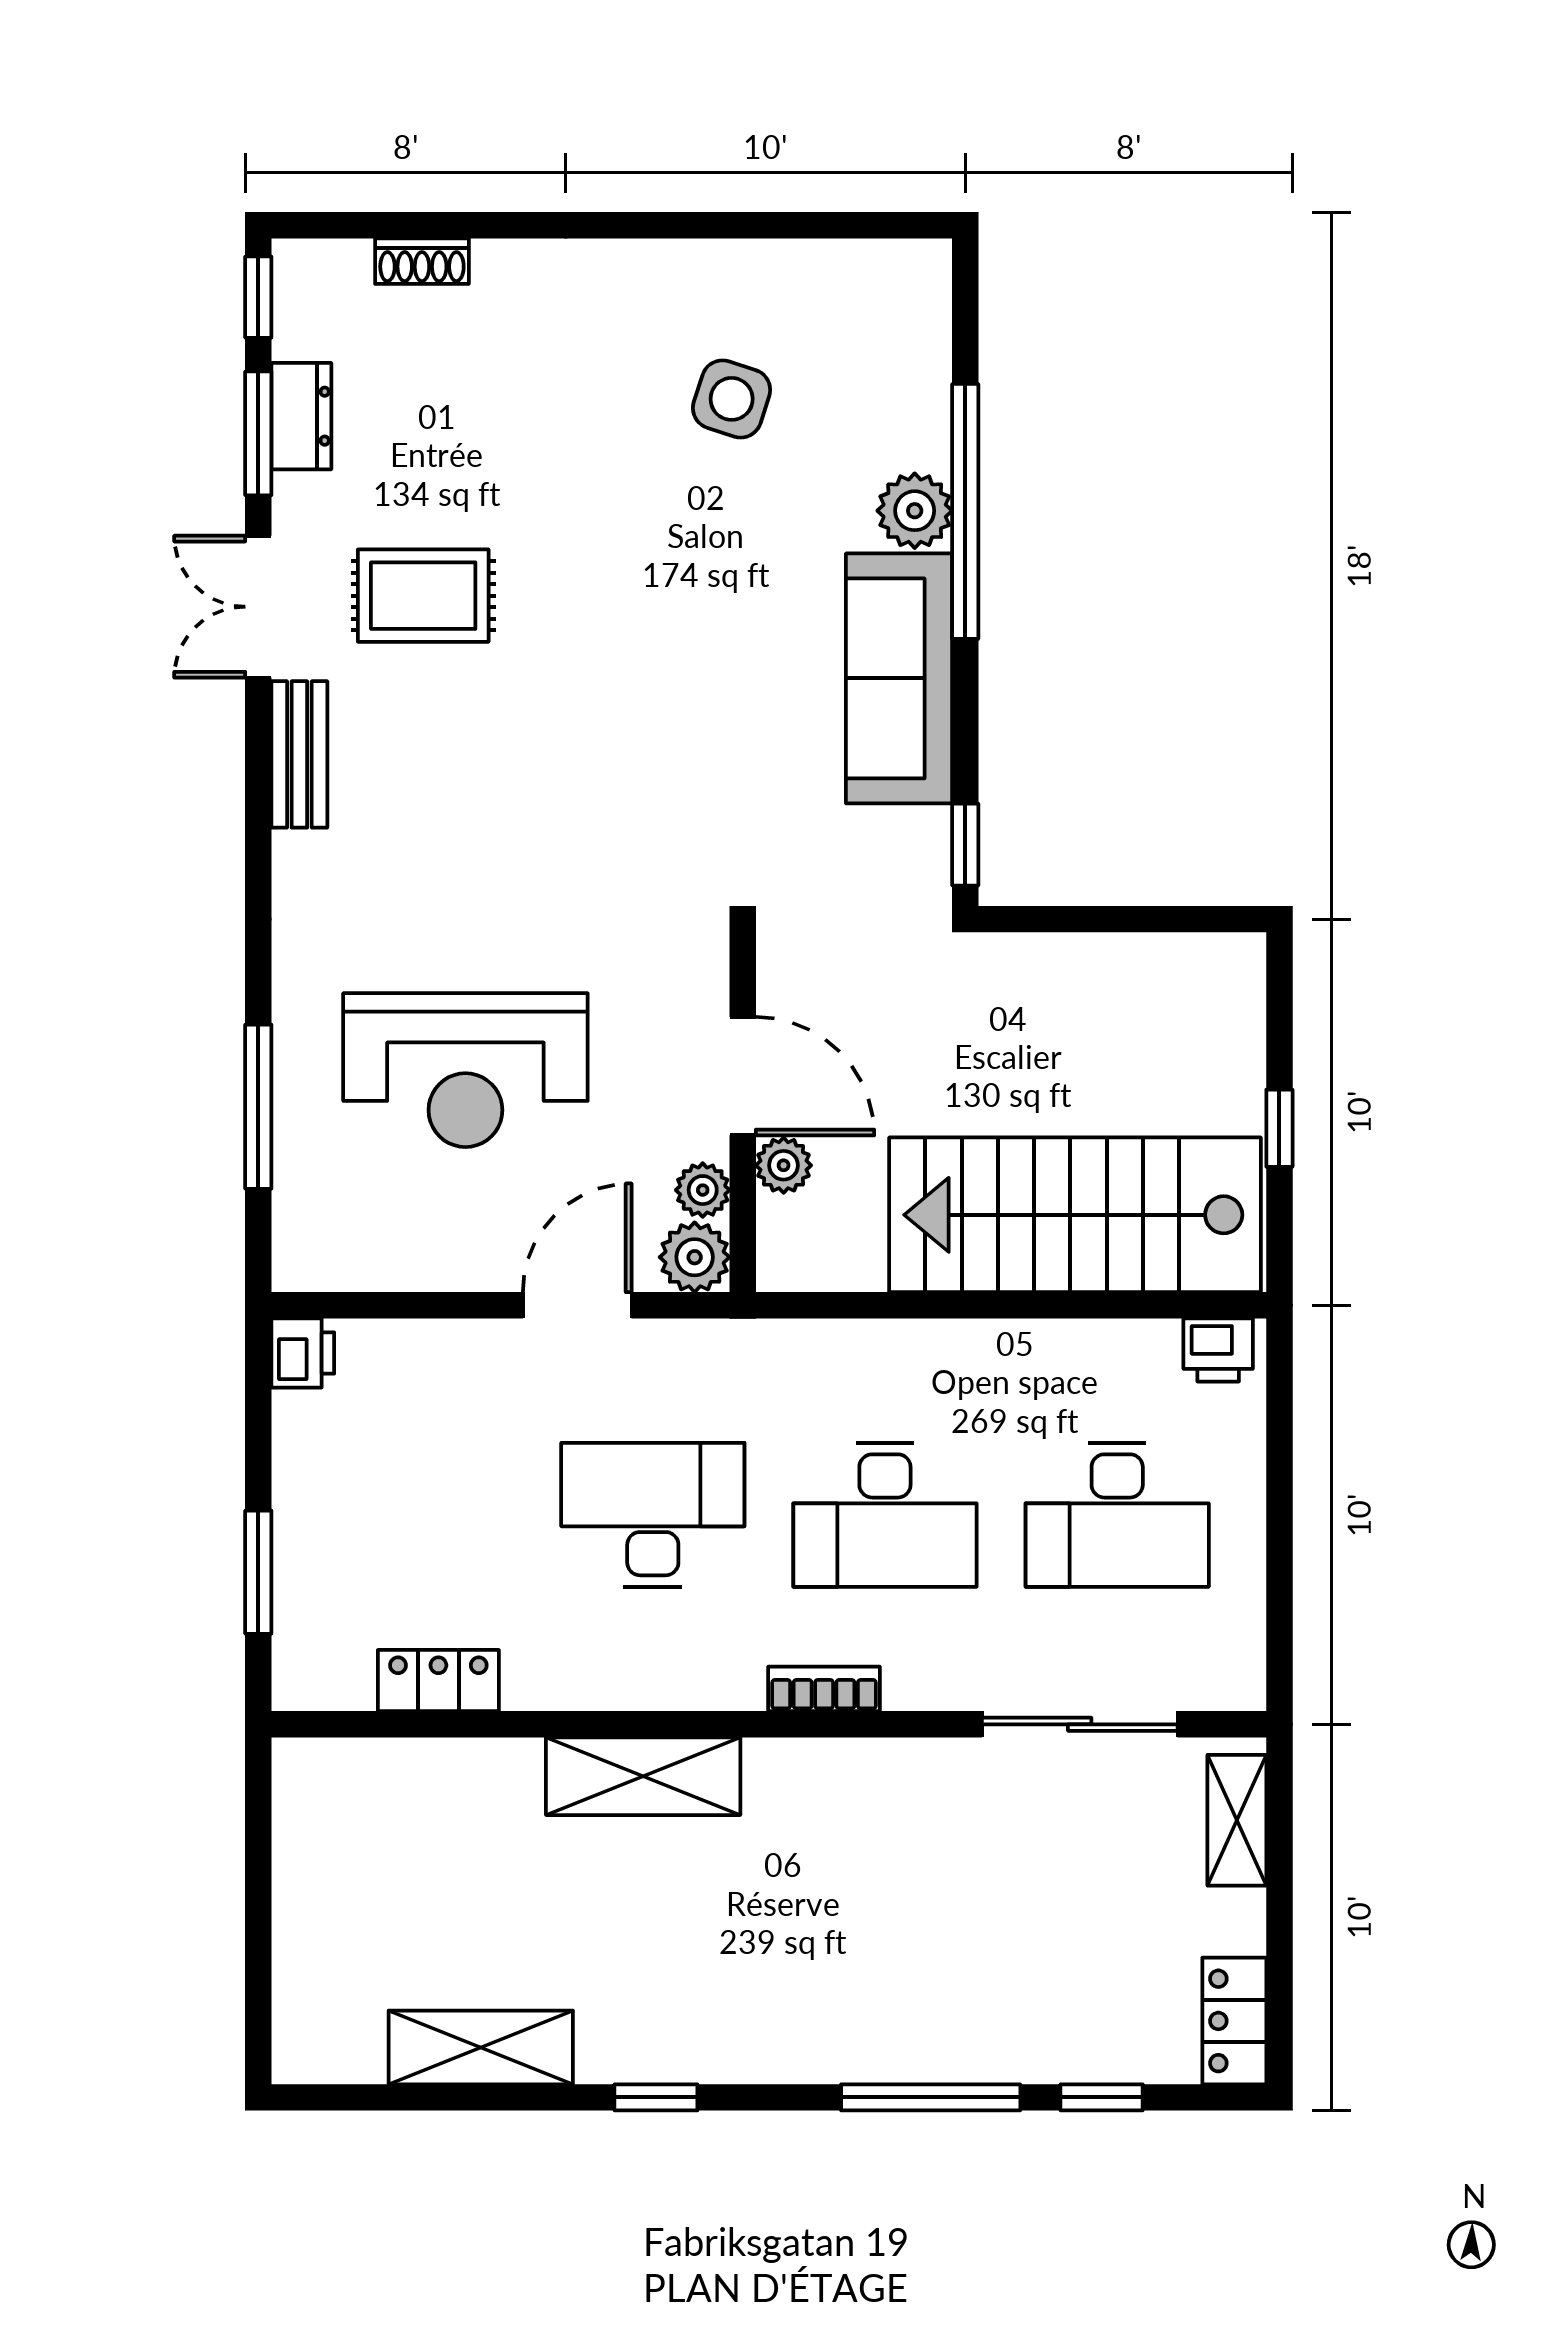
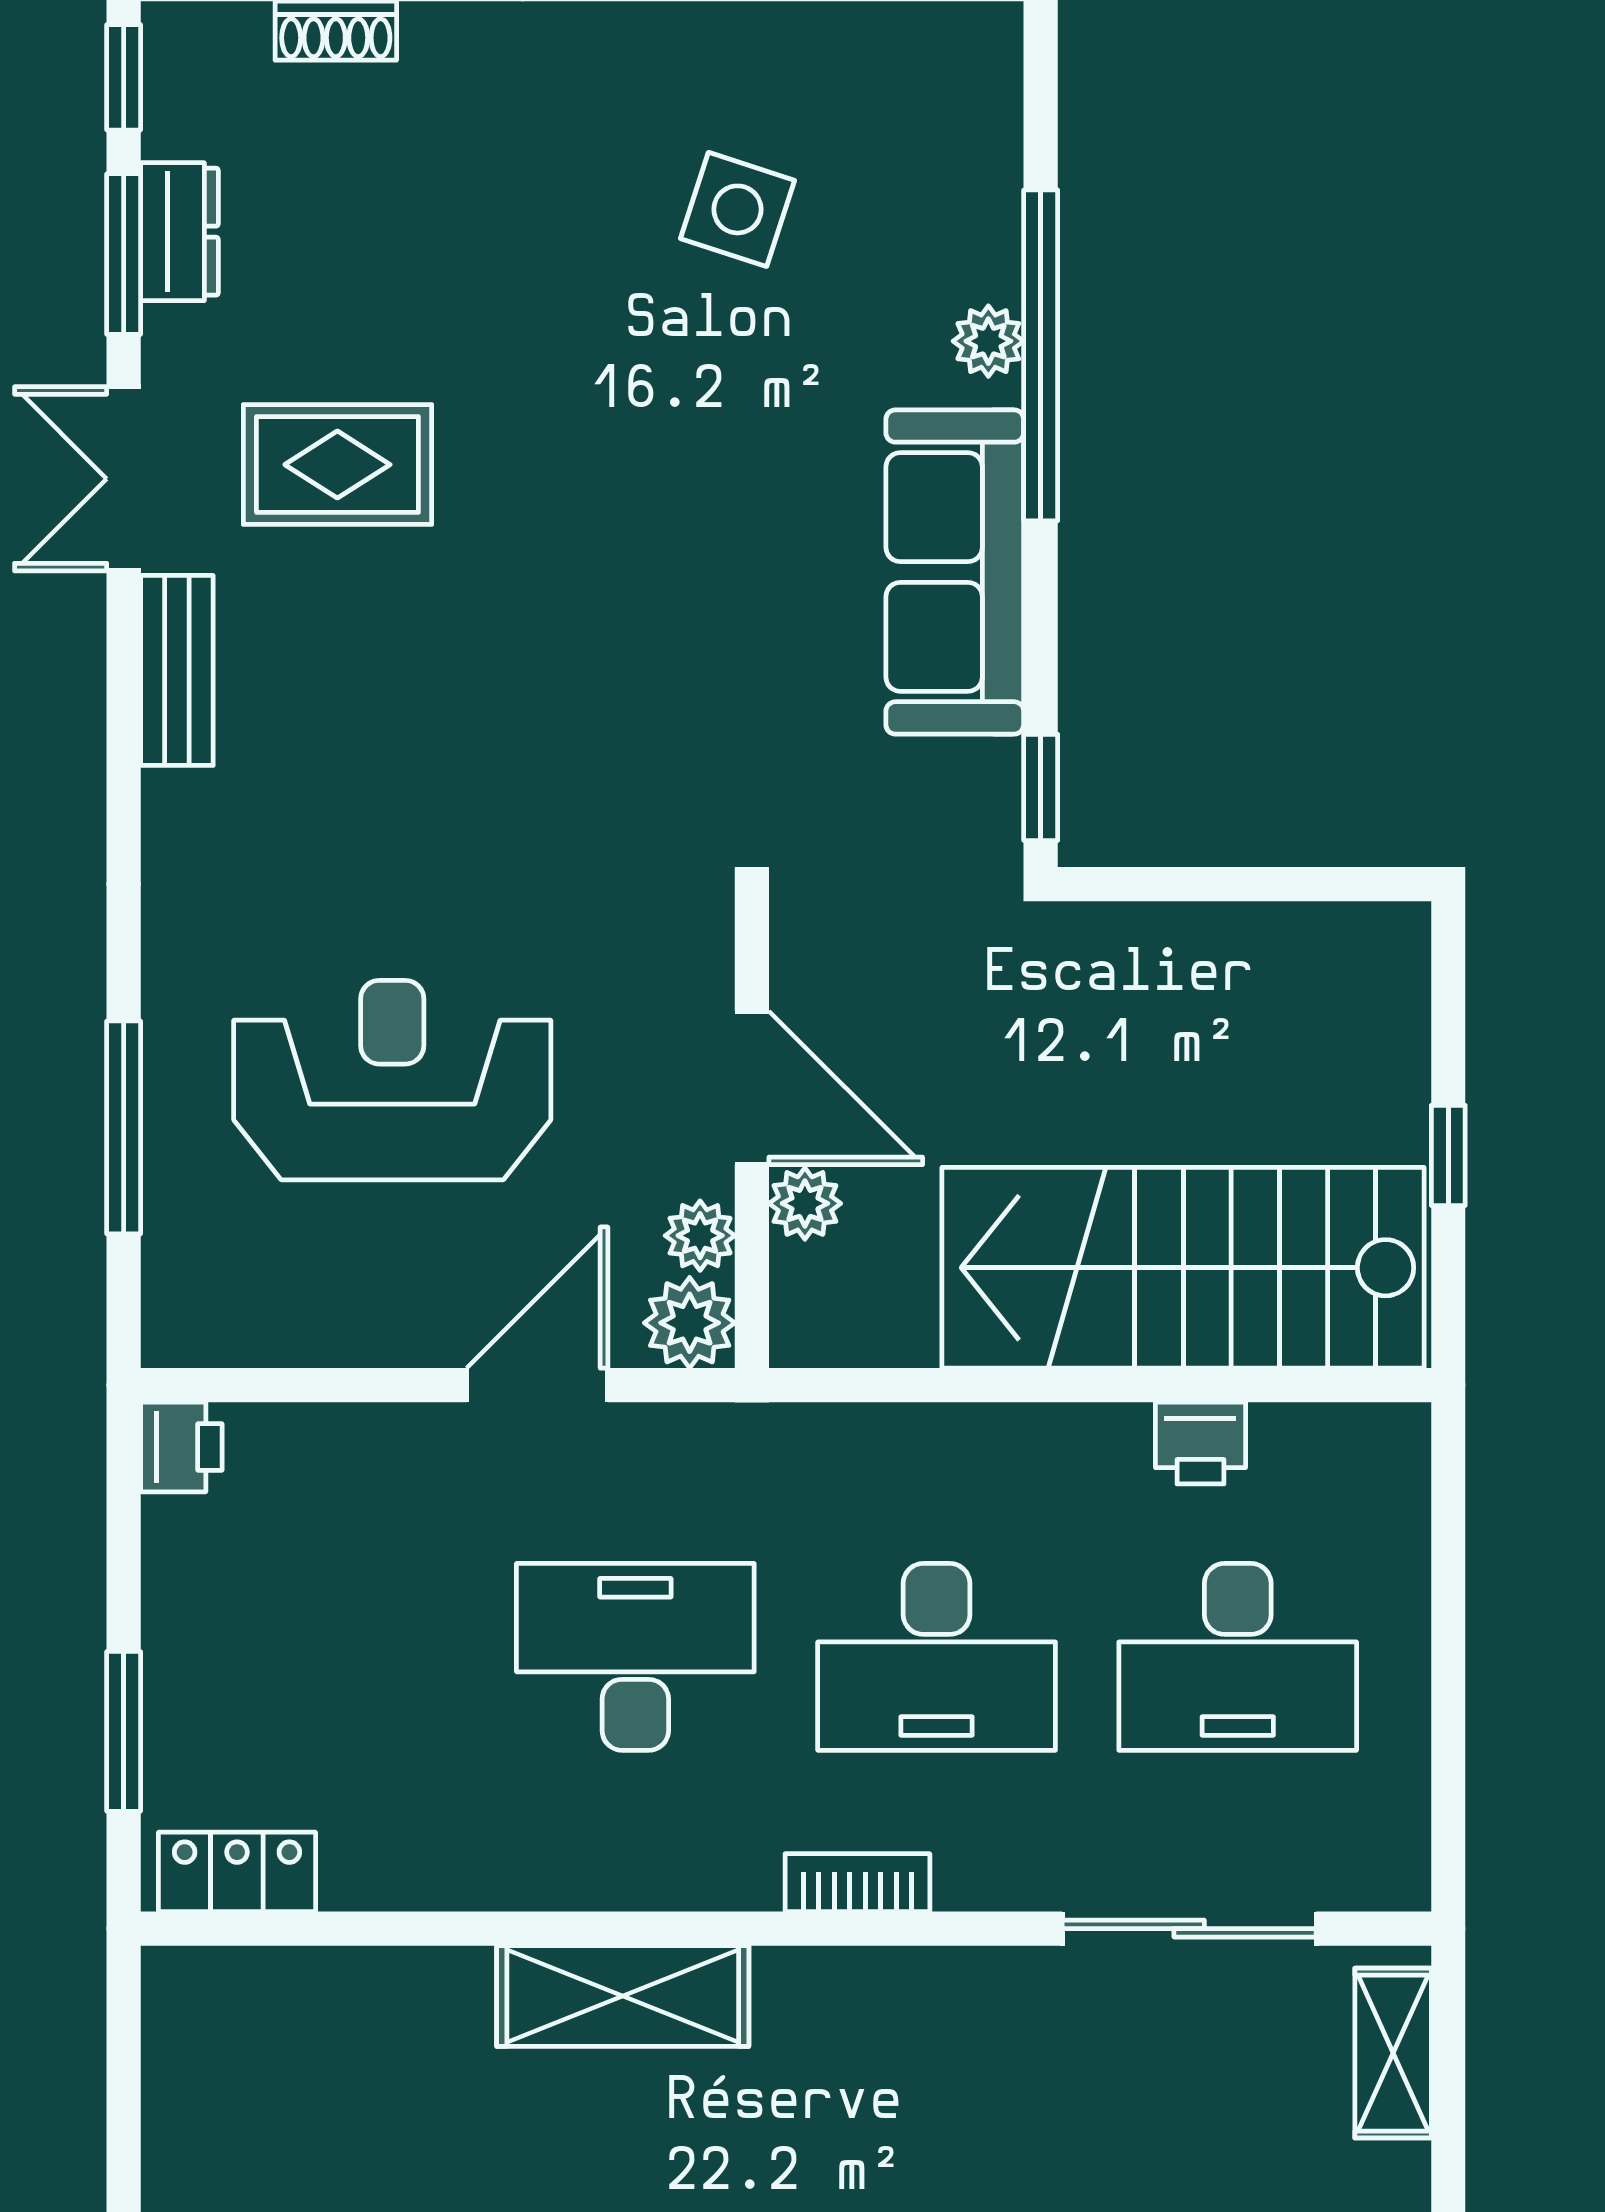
plant: (915, 511) -> (988, 341), width x0.73, depth x0.73
reception desk: (465, 1070) -> (392, 1080), turned 180
printer: (1218, 1350) -> (1200, 1443), moved
locker: (438, 1681) -> (237, 1872), moved

